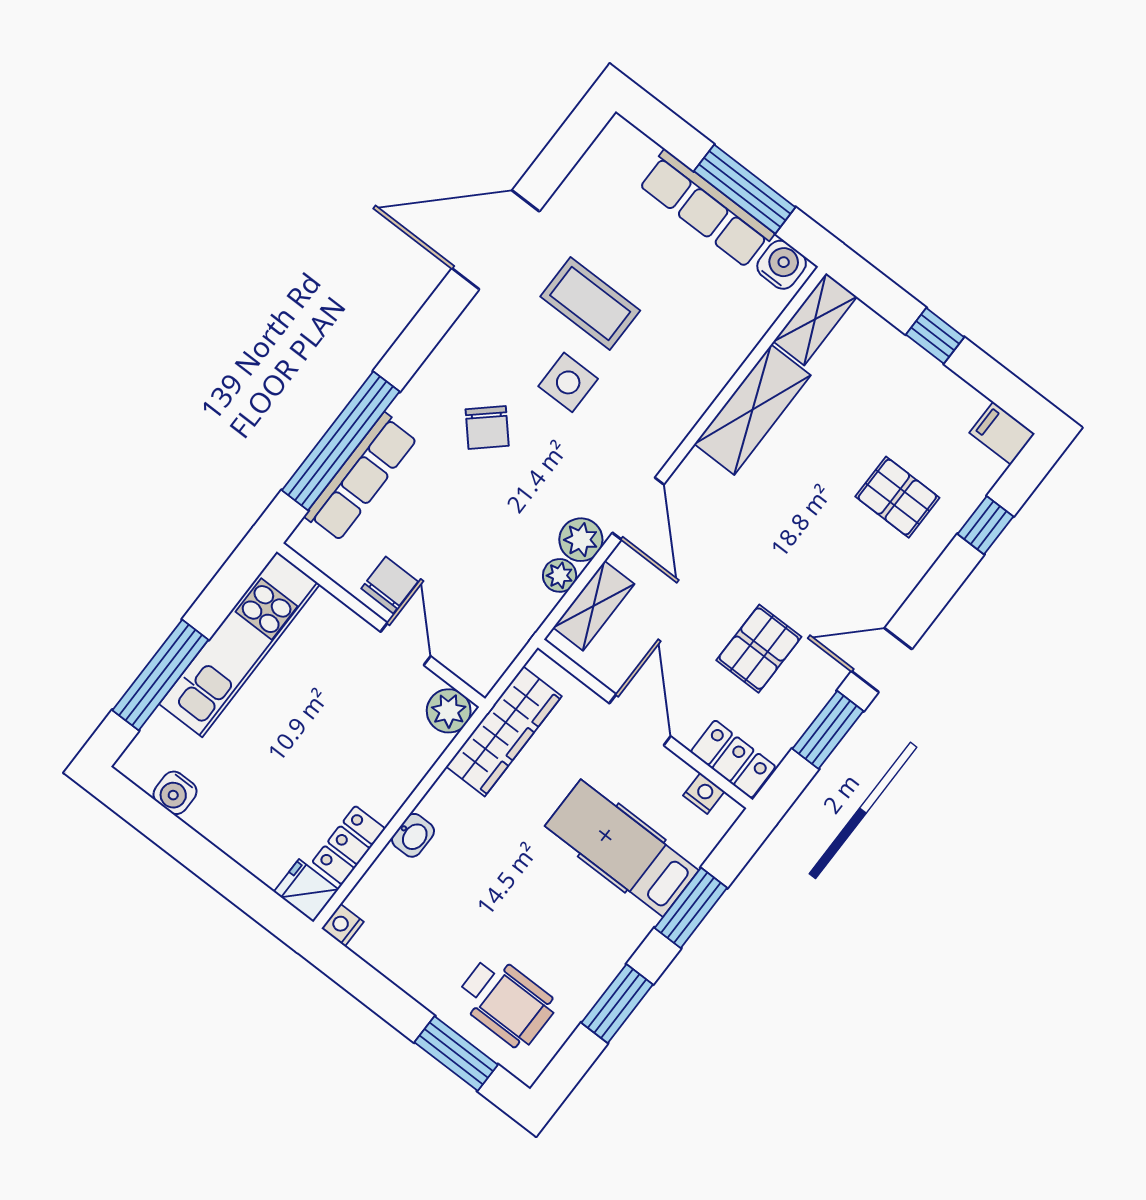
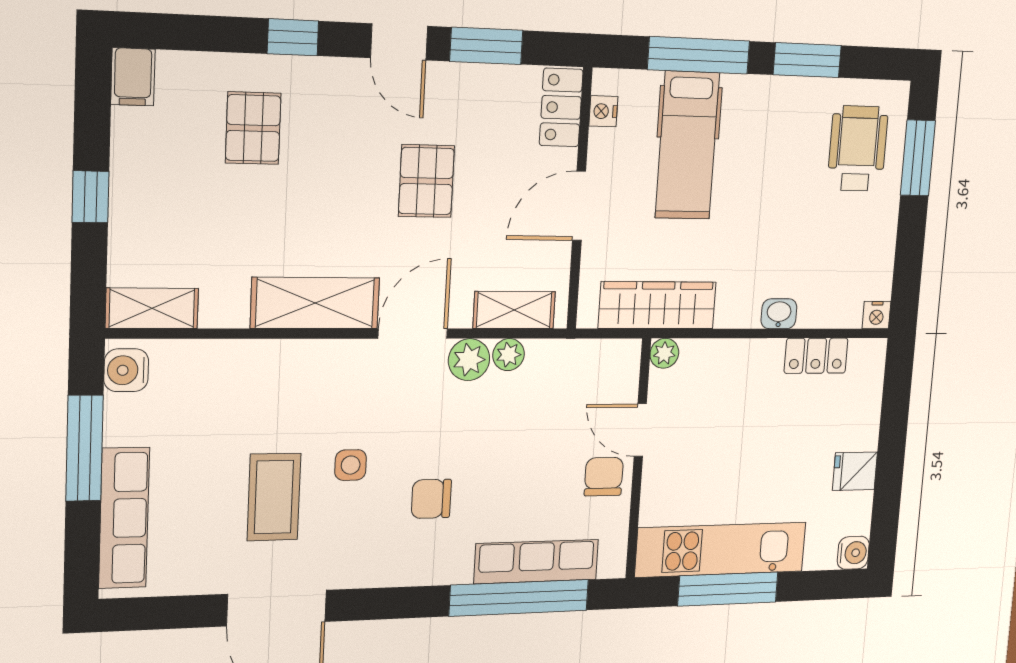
row of seats: (706, 209) -> (124, 518), moved
side table: (568, 382) -> (351, 465), width x0.73, depth x0.73
shelving: (753, 410) -> (315, 303), moved
chair: (487, 427) -> (431, 499), turned -138
window: (985, 525) -> (293, 37), moved
chair: (390, 585) -> (604, 477), turned 90
door: (406, 644) -> (640, 430), hinge flipped
pallet: (759, 649) -> (426, 181), moved, turned 90
window: (160, 675) -> (728, 589), moved
plant: (449, 711) -> (664, 353), width x0.73, depth x0.73
water cooler: (175, 793) -> (853, 553), moved
fridge: (306, 891) -> (855, 471), moved, turned 90
window: (691, 908) -> (699, 55), width x1.44

